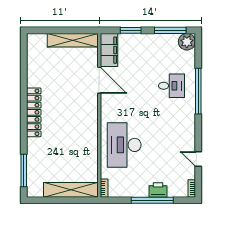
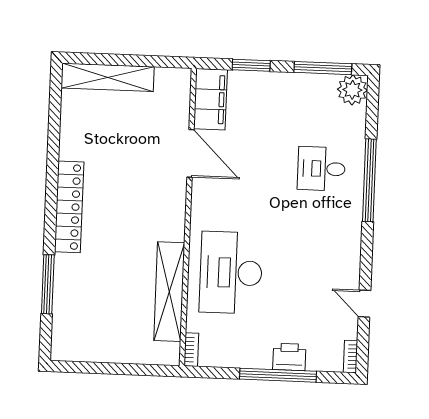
shelving: (73, 40) -> (108, 77), moved
desk: (172, 86) -> (321, 169), turned 180
window: (24, 171) -> (48, 284), moved
shelving: (71, 190) -> (169, 292), moved, turned 90

